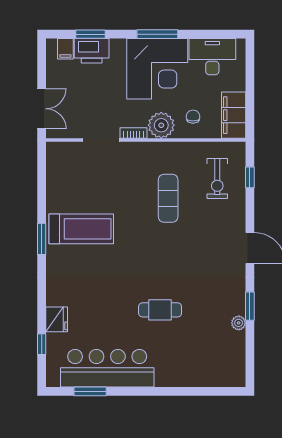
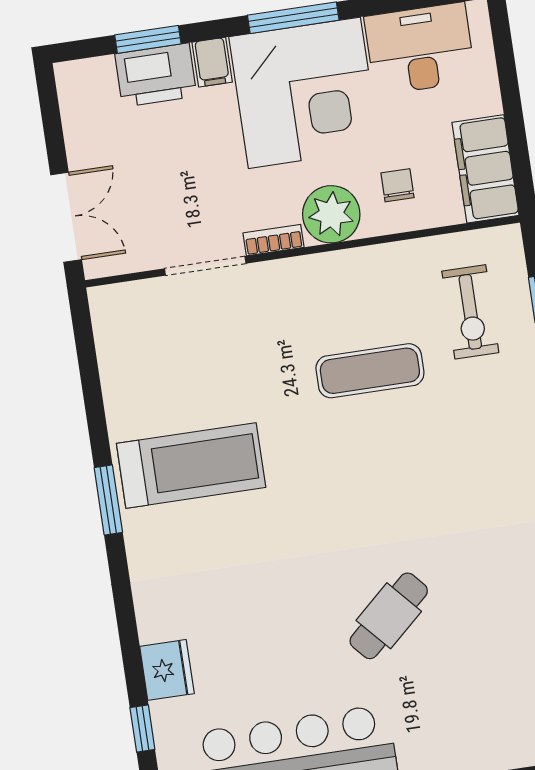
filing cabinet: (65, 49) -> (212, 62), moved
exercise mat: (168, 198) -> (370, 371), turned 90
cafe table: (160, 310) -> (389, 616), turned -42

